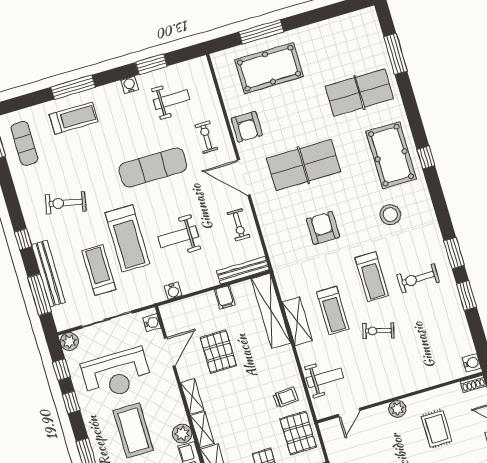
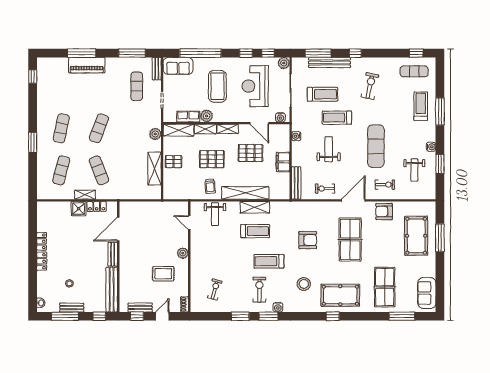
sofa: (350, 27) -> (427, 293), added
treadmill: (74, 118) -> (421, 106), turned 180
treadmill: (127, 238) -> (337, 118), width x0.73, depth x0.73
filing cabinet: (225, 297) -> (283, 162), width x2.00
shelving: (271, 311) -> (245, 193), moved
treadmill: (333, 311) -> (255, 231), turned 180
exercise bike: (378, 331) -> (215, 289), moved
water cooler: (472, 363) -> (278, 307), moved
coffee table: (133, 430) -> (217, 86), turned 90
pallet: (298, 433) -> (212, 159), moved

